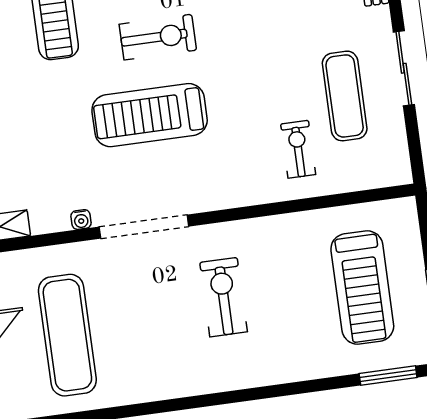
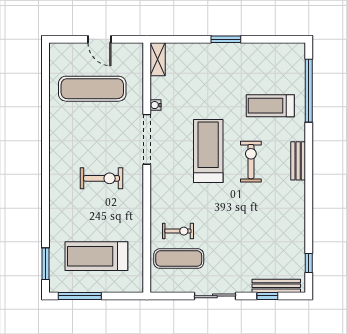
exercise bike: (158, 37) -> (251, 162), turned 180
exercise mat: (345, 96) -> (179, 259), moved

